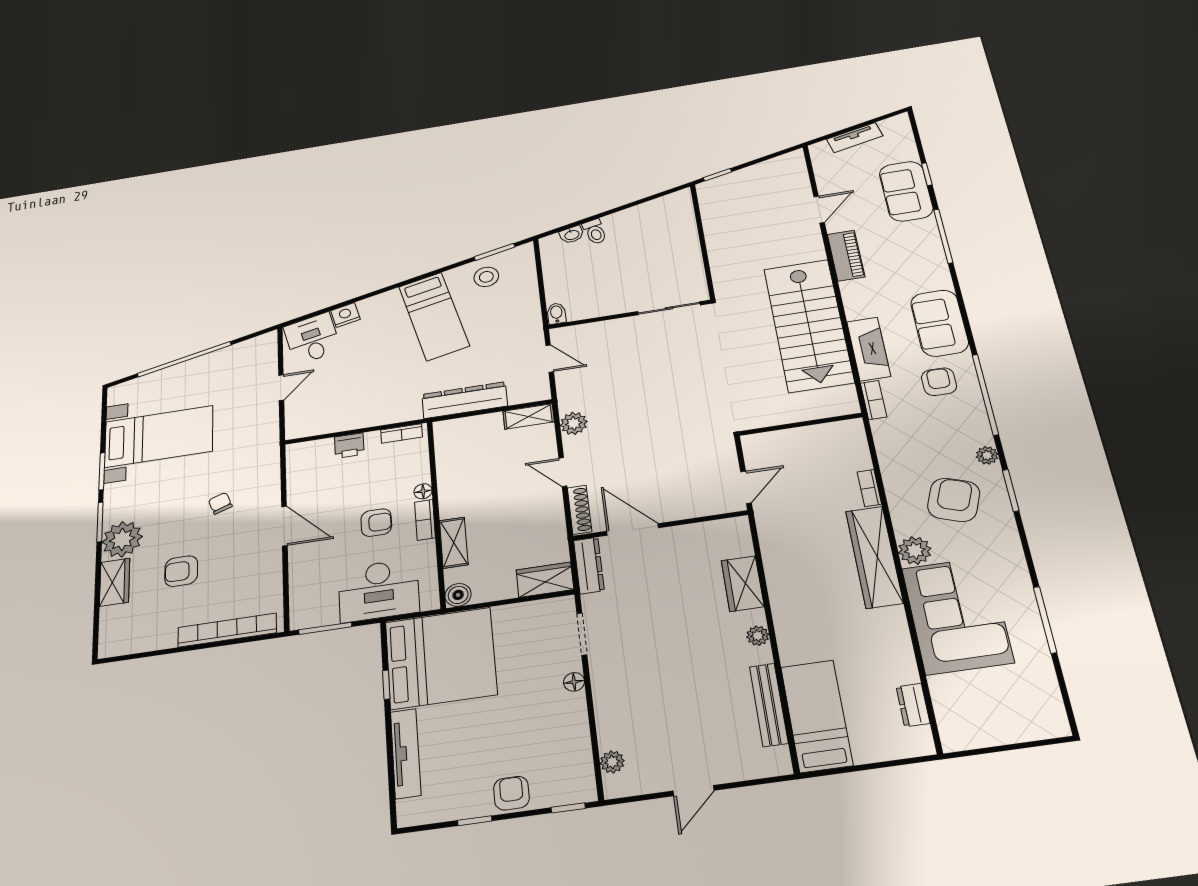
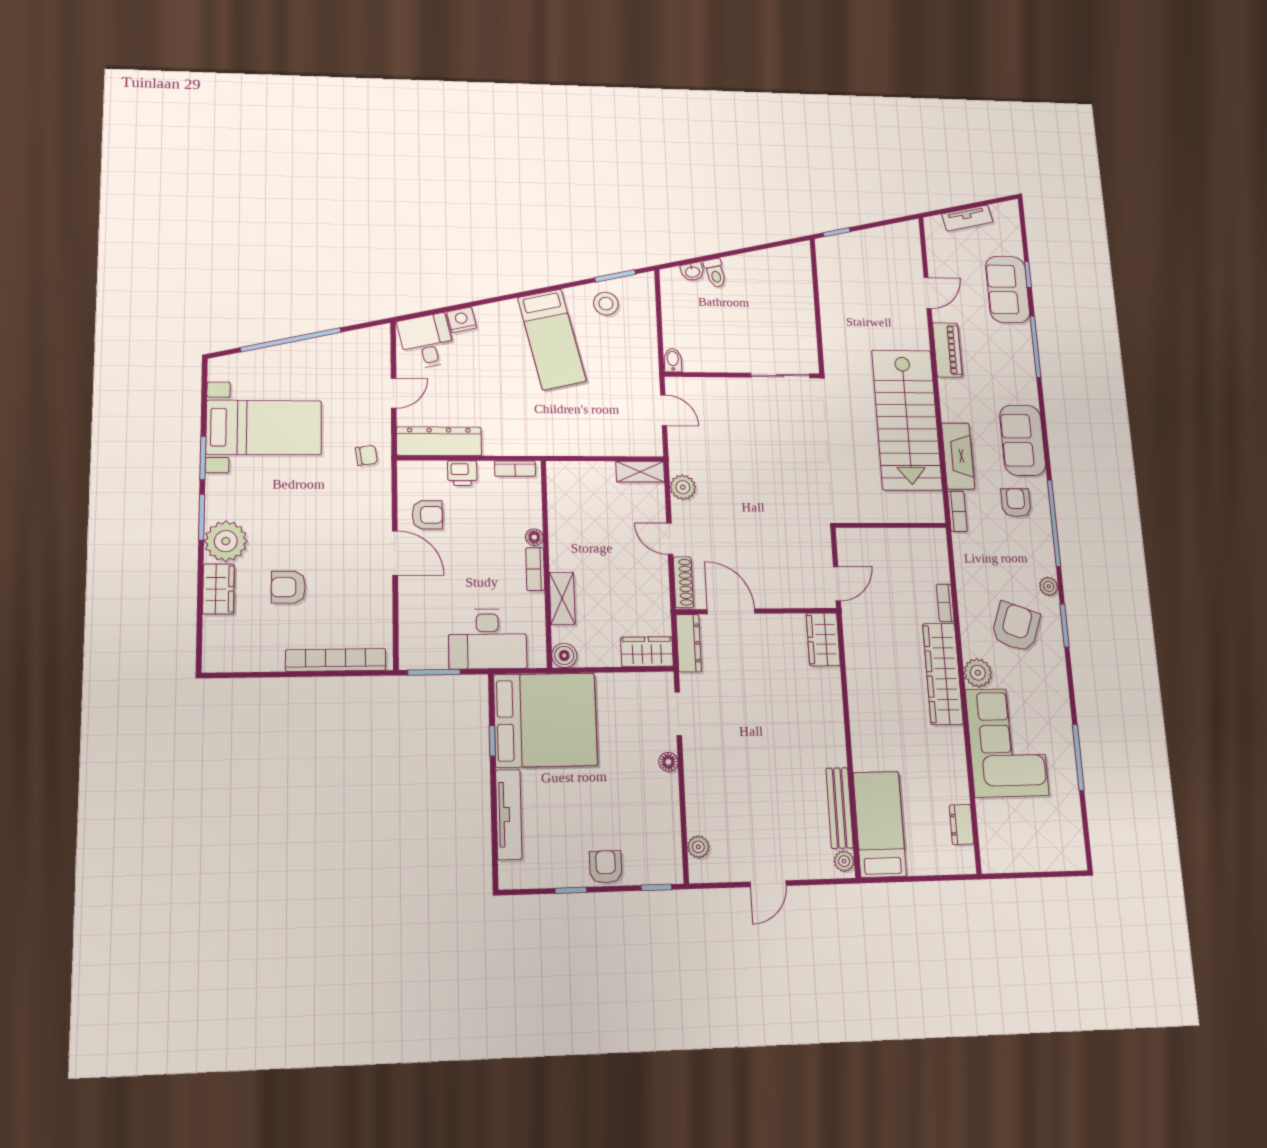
dresser: (465, 400) -> (439, 441), moved
chair: (220, 503) -> (366, 455), moved, turned 102
armchair: (376, 523) -> (427, 515), moved
wardrobe: (743, 584) -> (823, 639), moved
plant: (758, 636) -> (844, 861), moved

